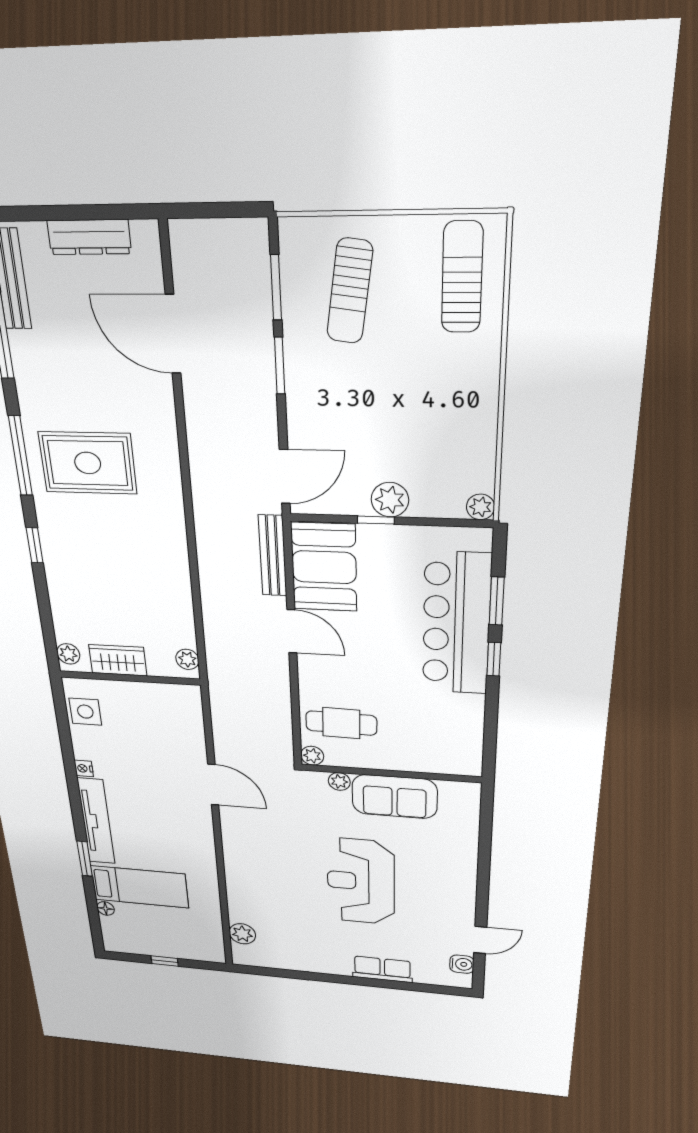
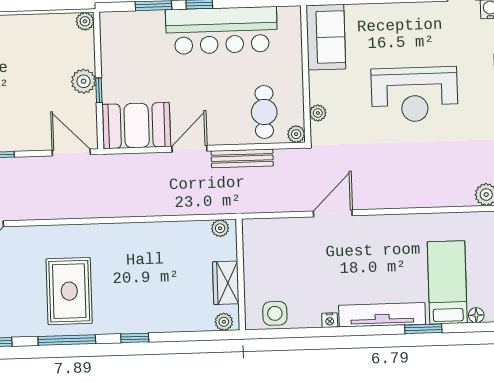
bench: (273, 556) -> (242, 158), moved
bar counter: (456, 624) -> (222, 30), moved
sofa: (395, 797) -> (326, 37), moved

